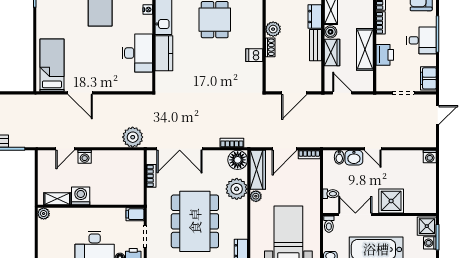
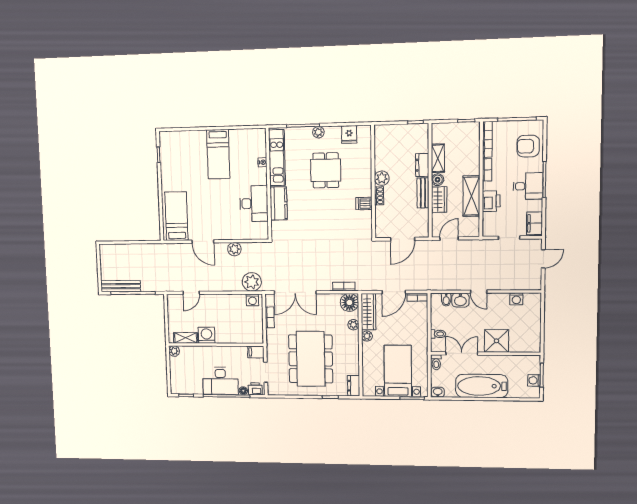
door: (342, 93) -> (449, 238), hinge flipped
plant: (115, 102) -> (234, 249), added
washing machine: (85, 157) -> (252, 300), moved
washing machine: (430, 157) -> (516, 299), moved
plant: (237, 189) -> (353, 325), width x0.53, depth x0.53
shower: (427, 226) -> (531, 365), removed

